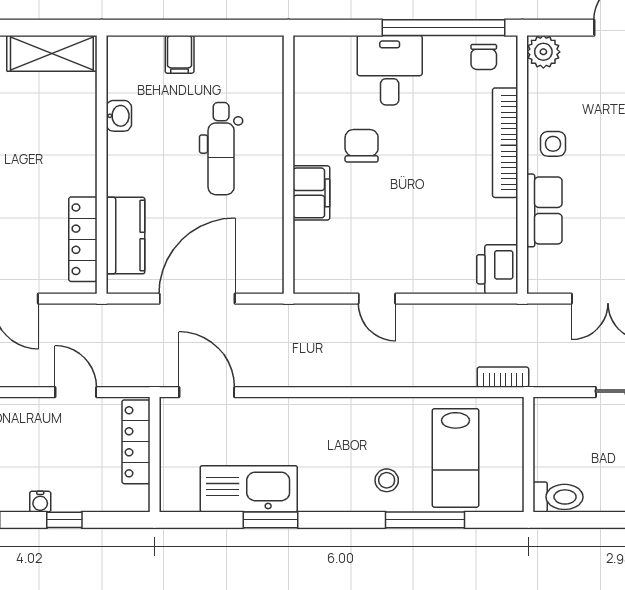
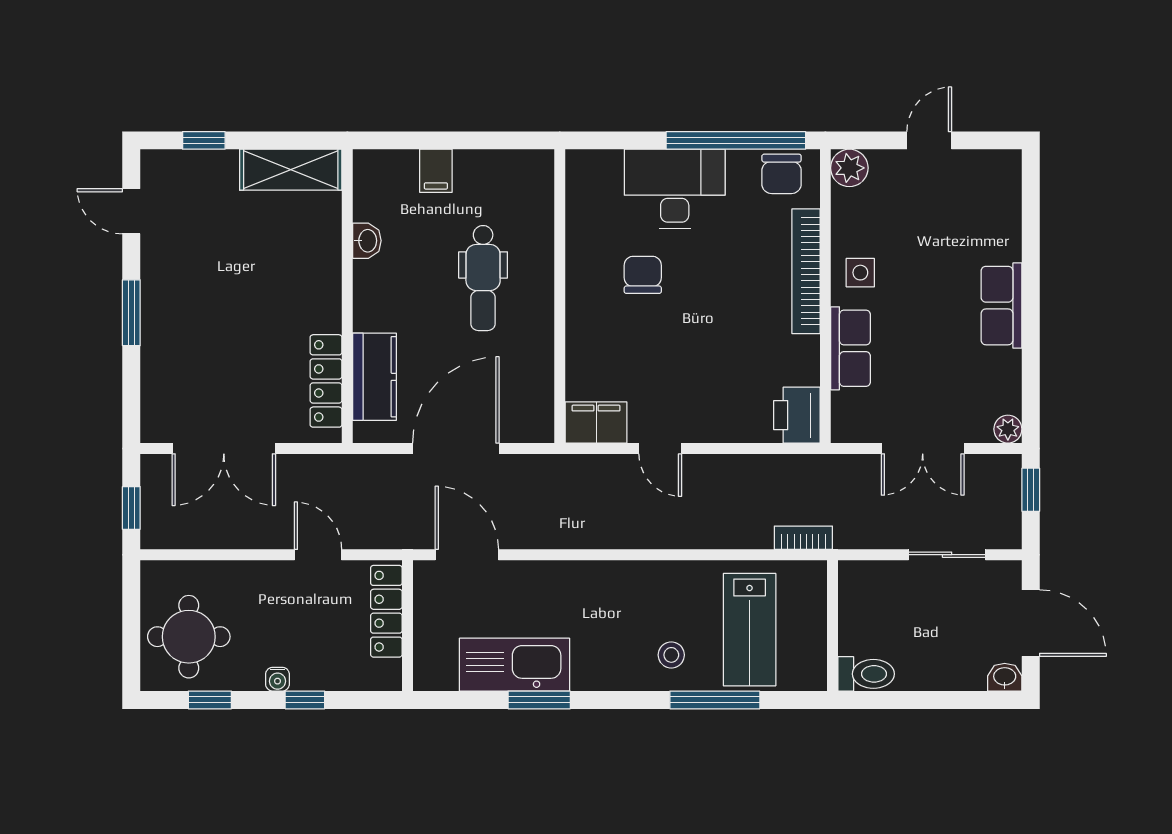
chair: (484, 57) -> (782, 174), width x1.37, depth x1.37
desk: (390, 70) -> (675, 189), width x1.37
filing cabinet: (311, 193) -> (596, 423), moved, turned -90

